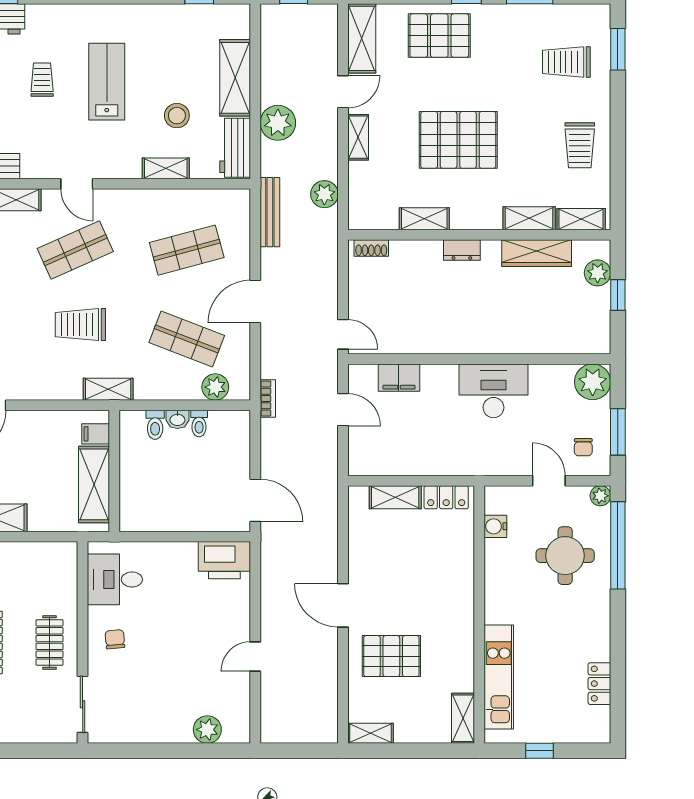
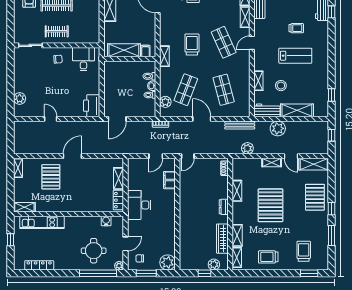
desk: (493, 391) -> (139, 205), moved, turned 180
locker: (599, 684) -> (39, 265), width x1.53

